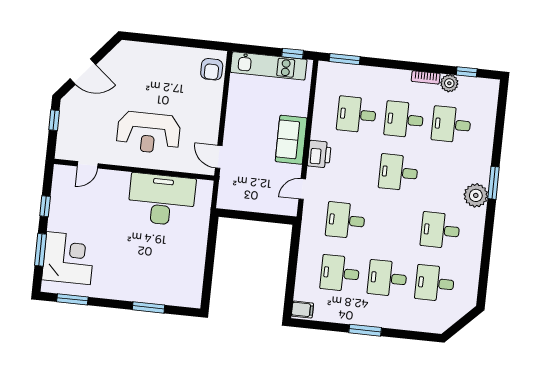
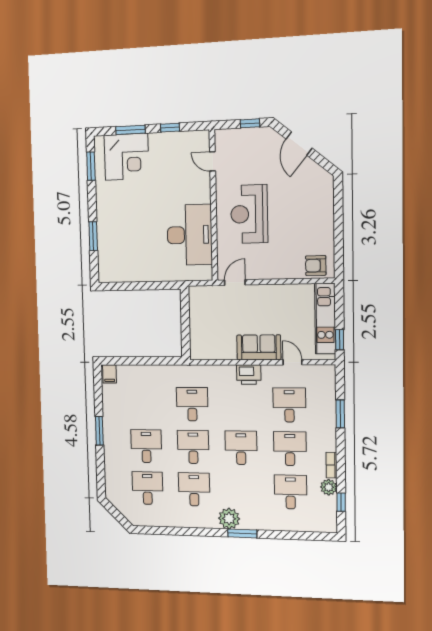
window: (345, 59) -> (340, 414), moved
door: (302, 189) -> (292, 362), moved
desk: (340, 273) -> (193, 447), moved

